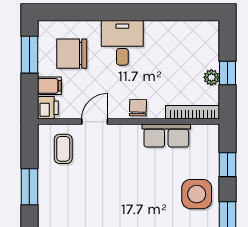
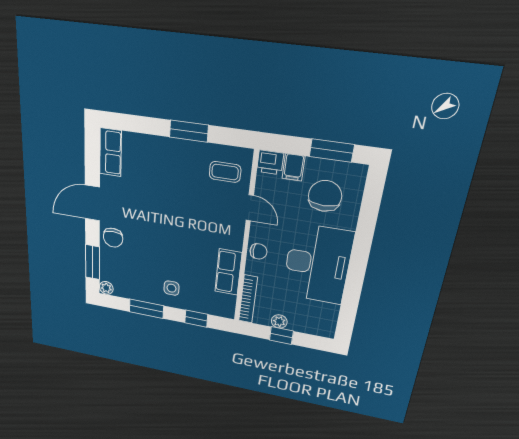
desk: (122, 43) -> (317, 264), width x1.87, depth x1.30
side table: (197, 194) -> (171, 288), width x0.54, depth x0.54

